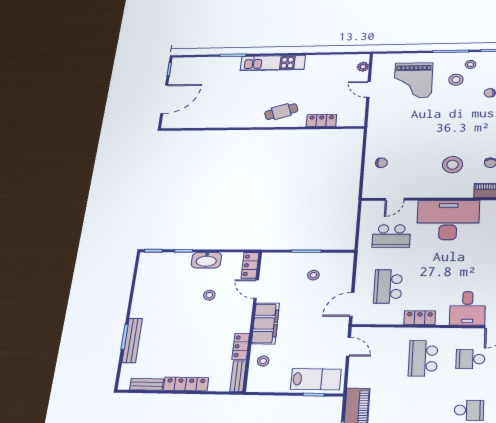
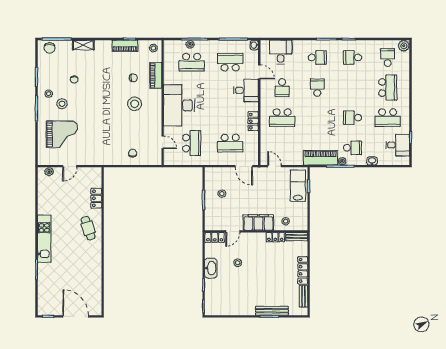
door: (349, 347) -> (274, 166), hinge flipped

